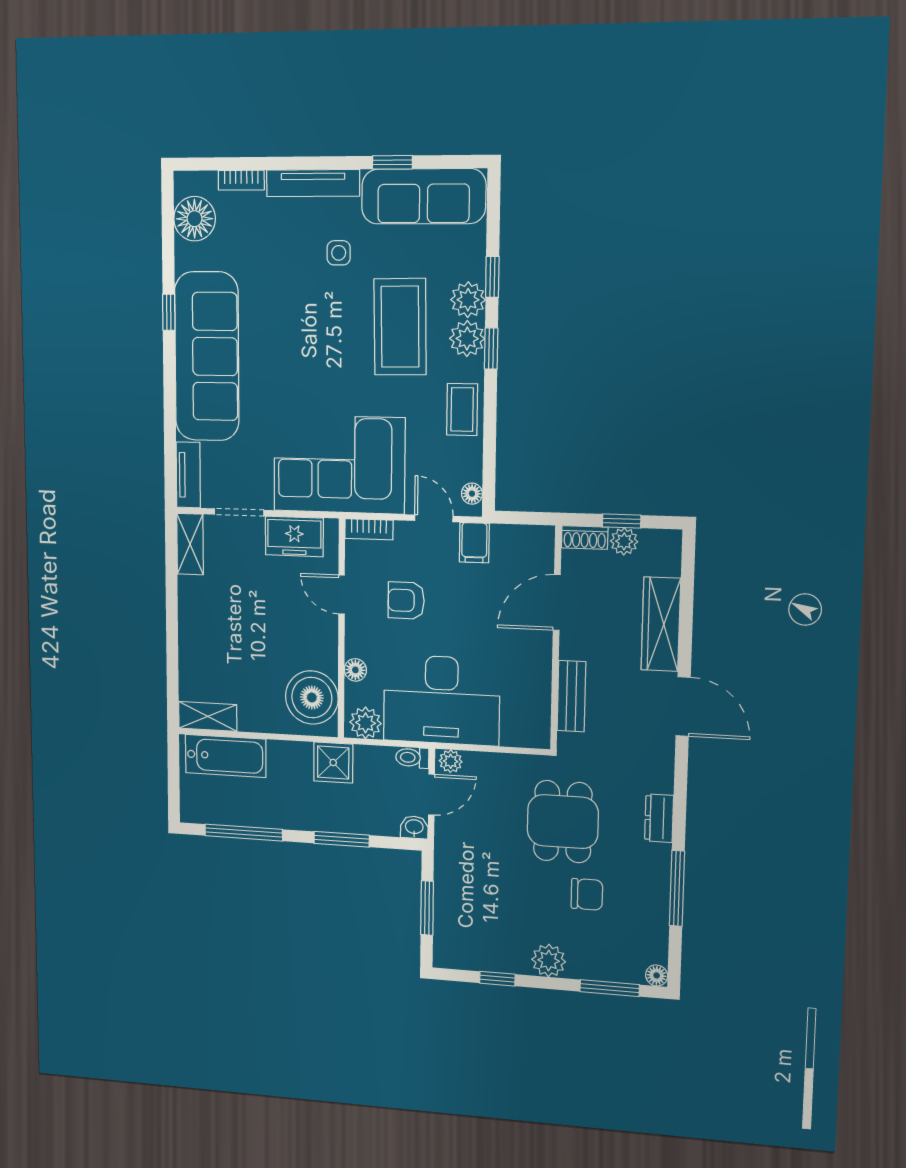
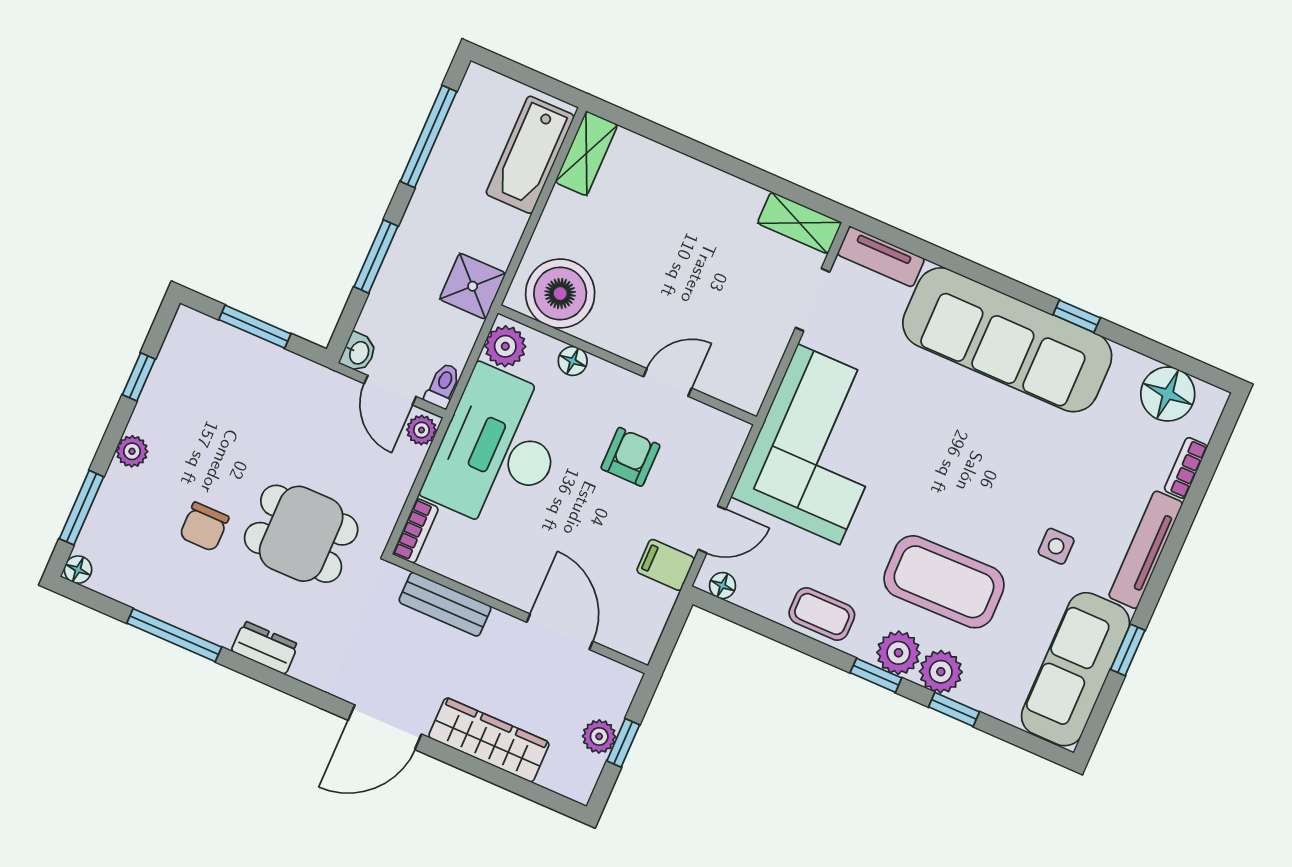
bookcase: (369, 529) -> (416, 531), moved, turned 180
freezer: (294, 536) -> (758, 355), removed
shoe rack: (585, 537) -> (621, 694), removed
plant: (549, 961) -> (132, 451), width x0.73, depth x0.73

